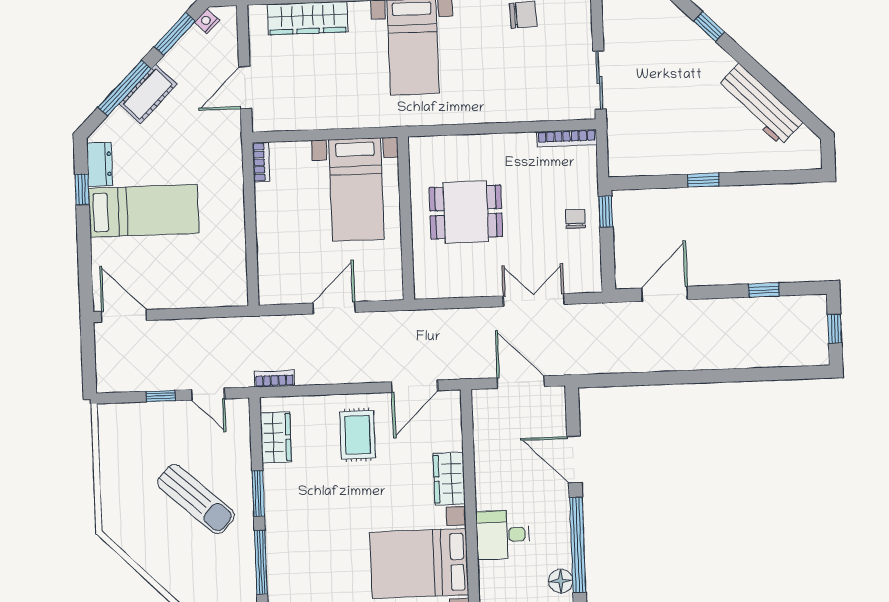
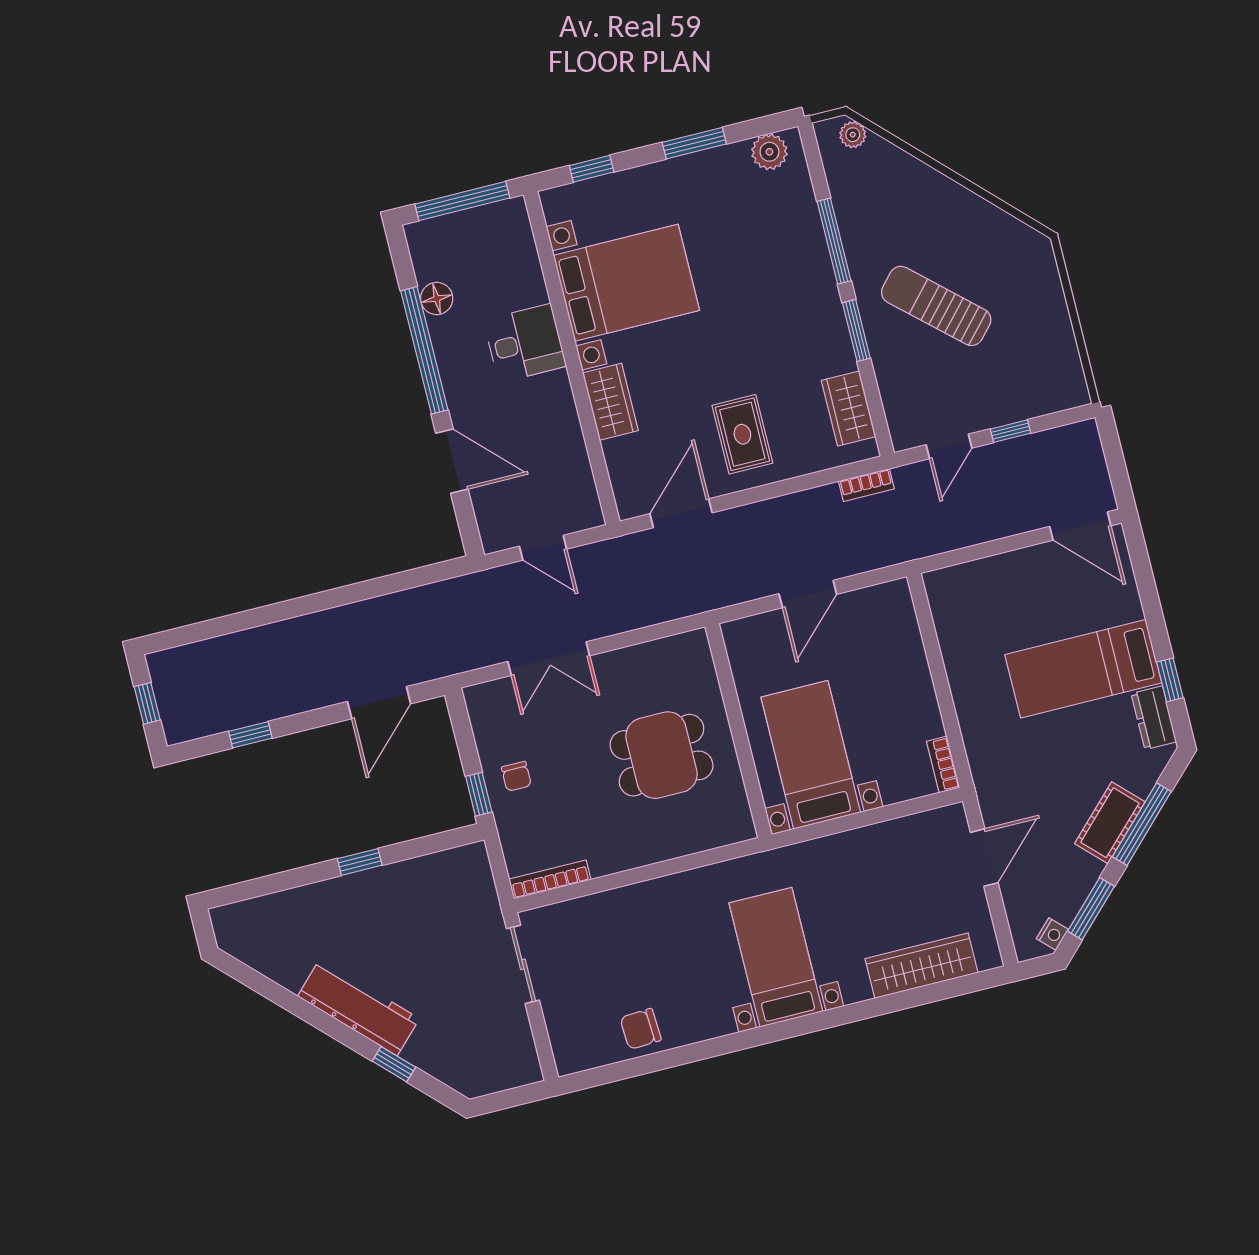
workbench: (760, 105) -> (359, 1007), moved
door: (521, 382) -> (543, 548), width x0.73
door: (208, 394) -> (949, 446), swing flipped

